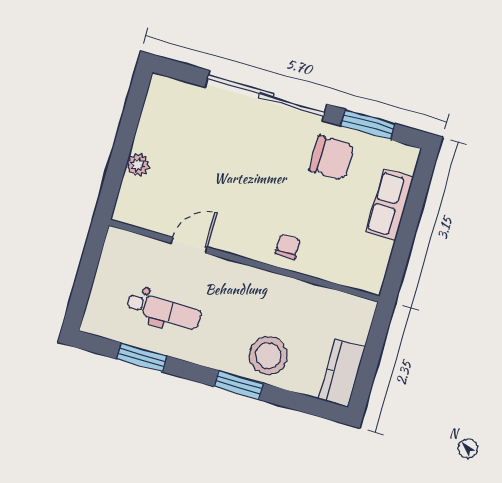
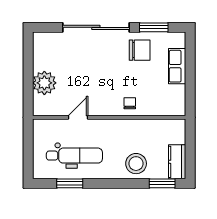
plant: (138, 165) -> (44, 83), width x1.88, depth x1.88
dental chair: (164, 310) -> (74, 156), width x1.36, depth x1.38
window: (239, 385) -> (162, 183), moved

